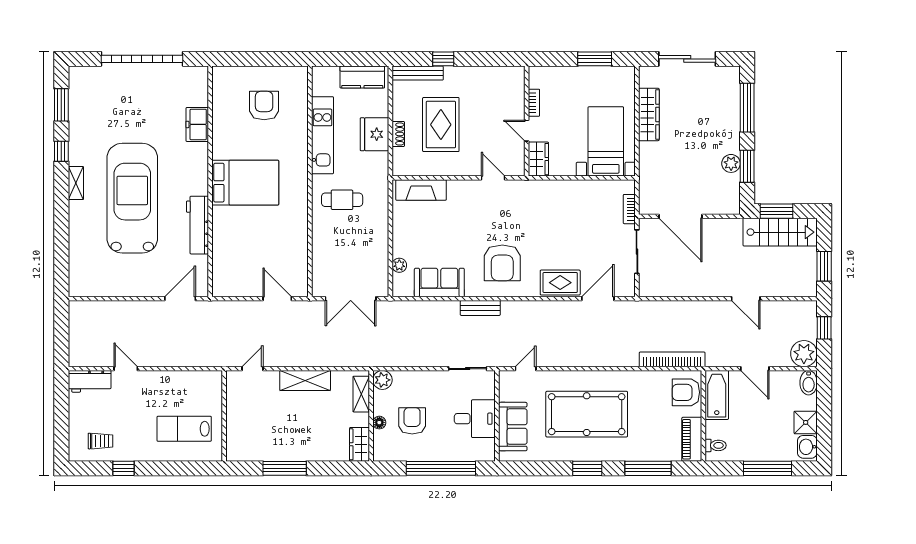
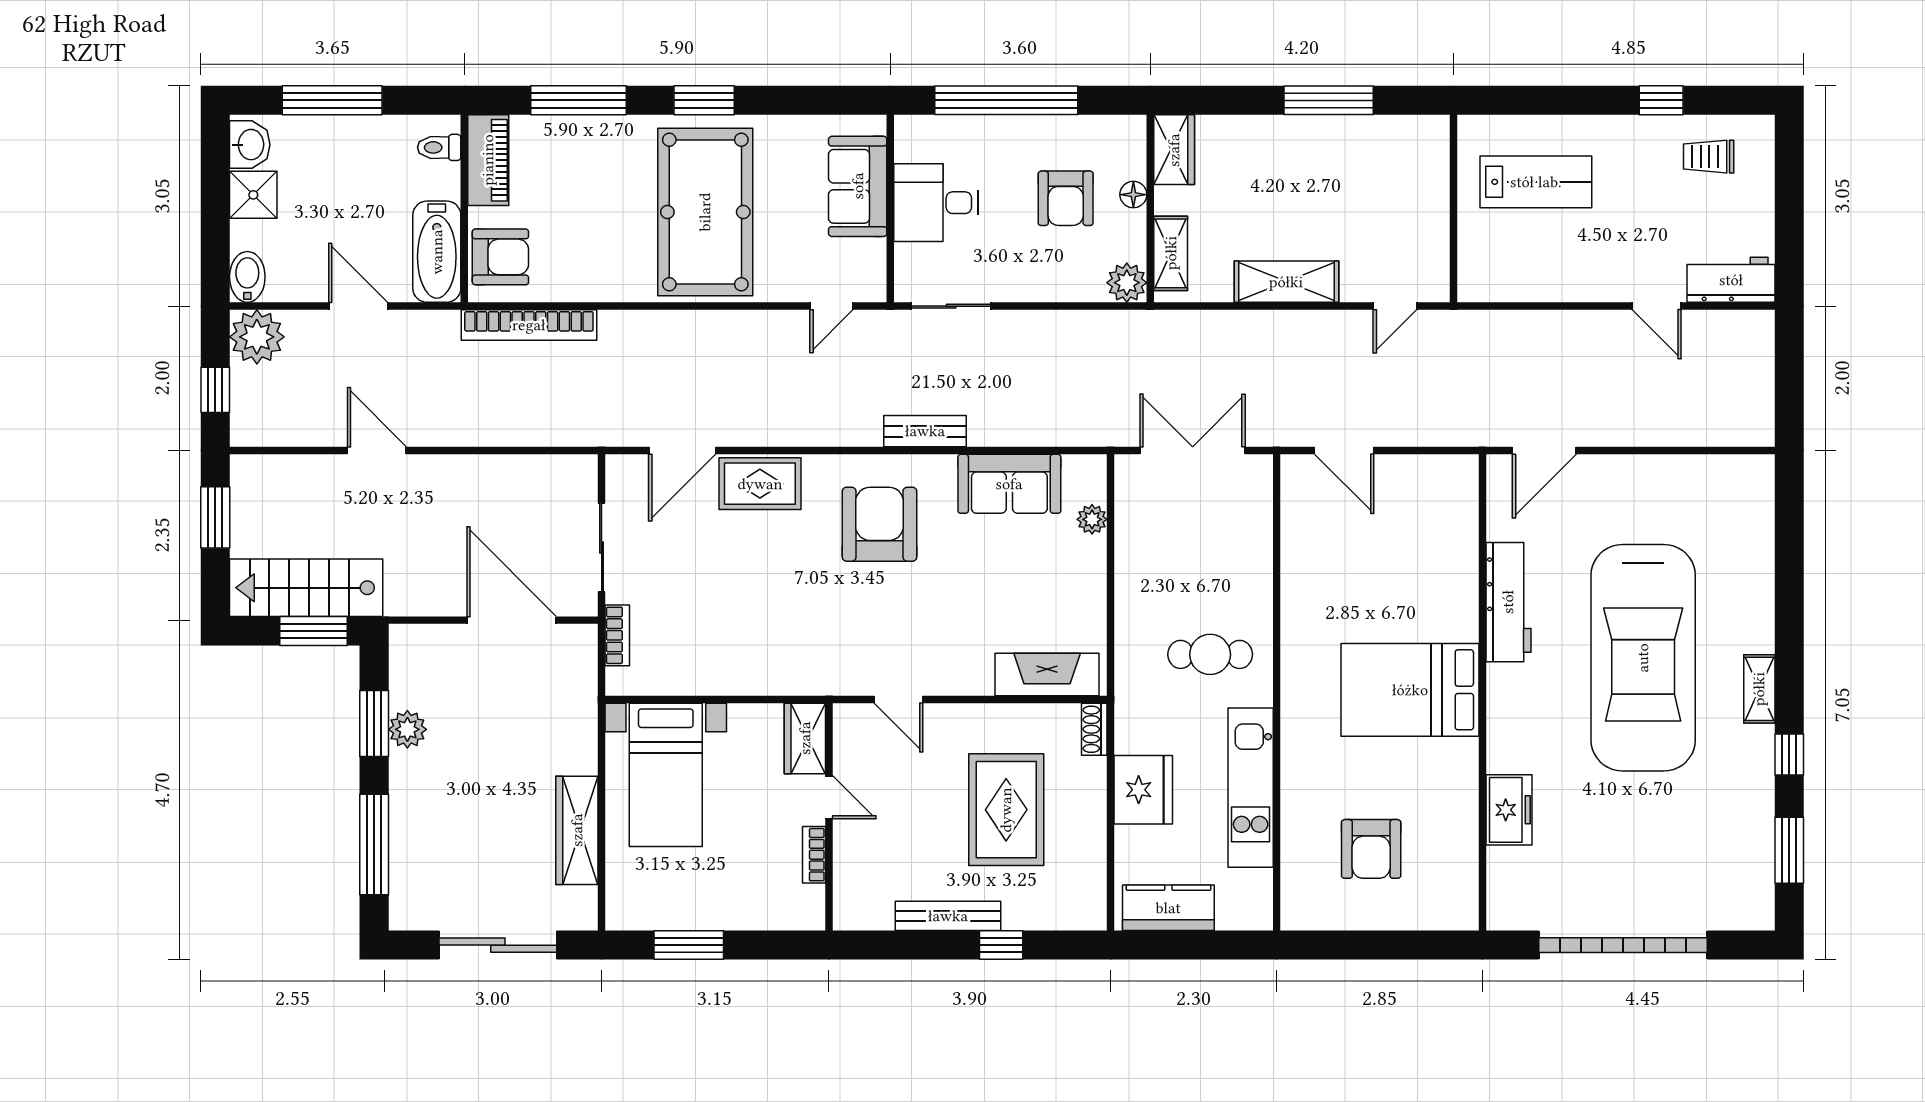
bench: (418, 73) -> (948, 916), moved
shoe rack: (398, 134) -> (1094, 729), moved
pool table: (587, 414) -> (705, 212), turned 90

